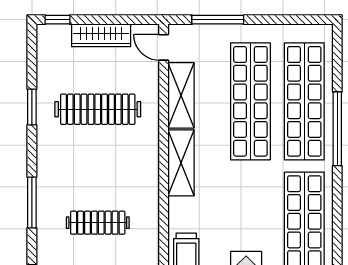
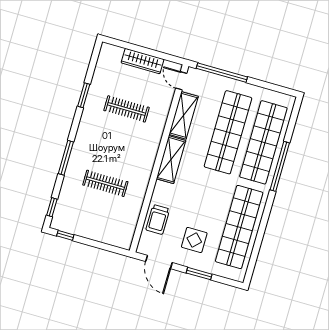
window: (57, 20) -> (117, 43), removed
window: (218, 20) -> (222, 73), width x1.46
clothes rail: (98, 109) -> (127, 109), width x0.73, depth x0.76

